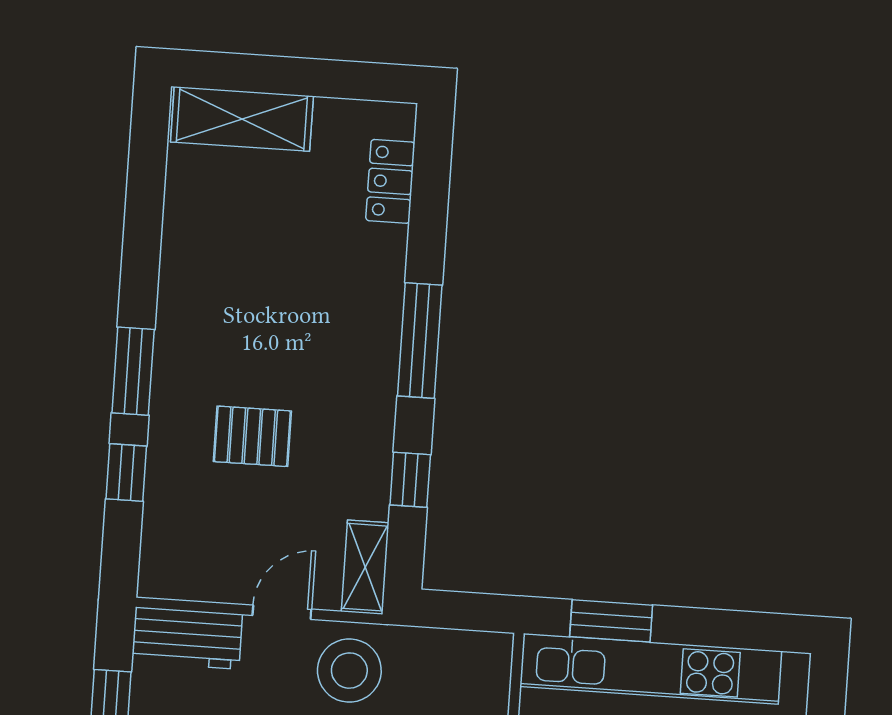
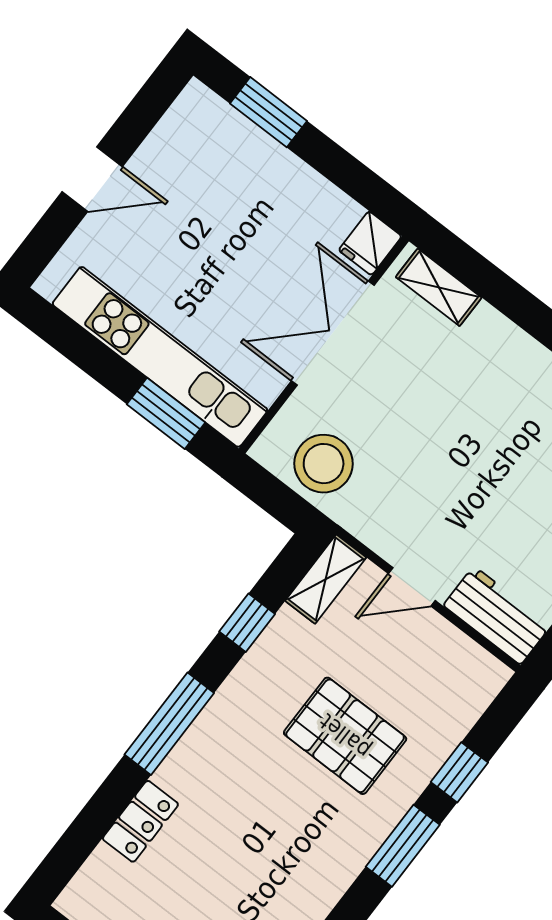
locker: (390, 181) -> (140, 821), moved
pallet: (252, 436) -> (345, 736), width x1.50, depth x1.42
stool: (349, 671) -> (324, 464), moved

